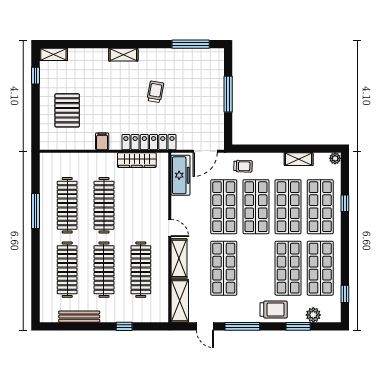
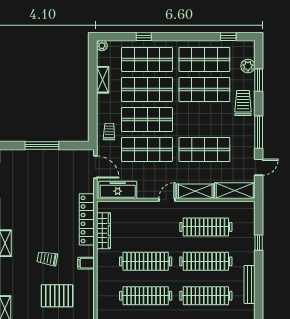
trolley: (155, 92) -> (47, 258), moved

